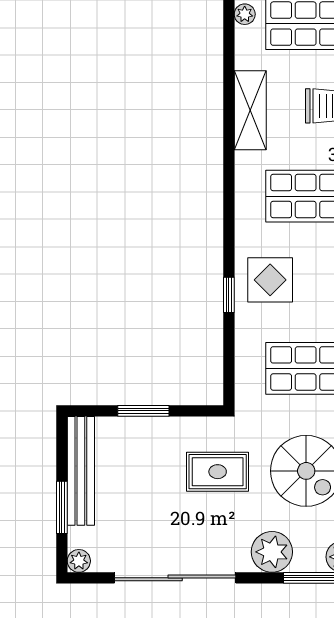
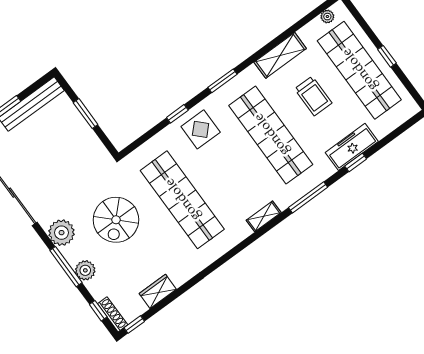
window: (229, 207) -> (223, 81), added
rug: (218, 472) -> (82, 175), removed

